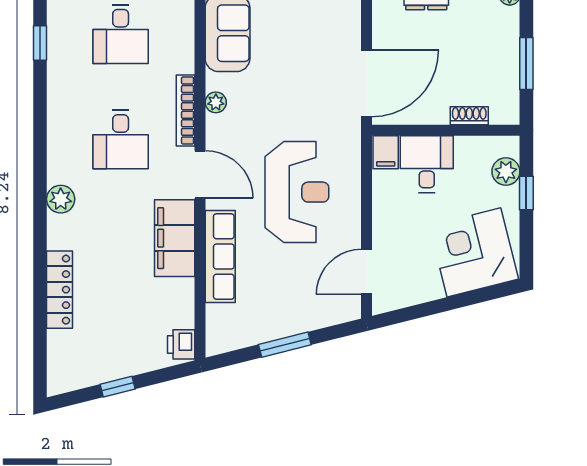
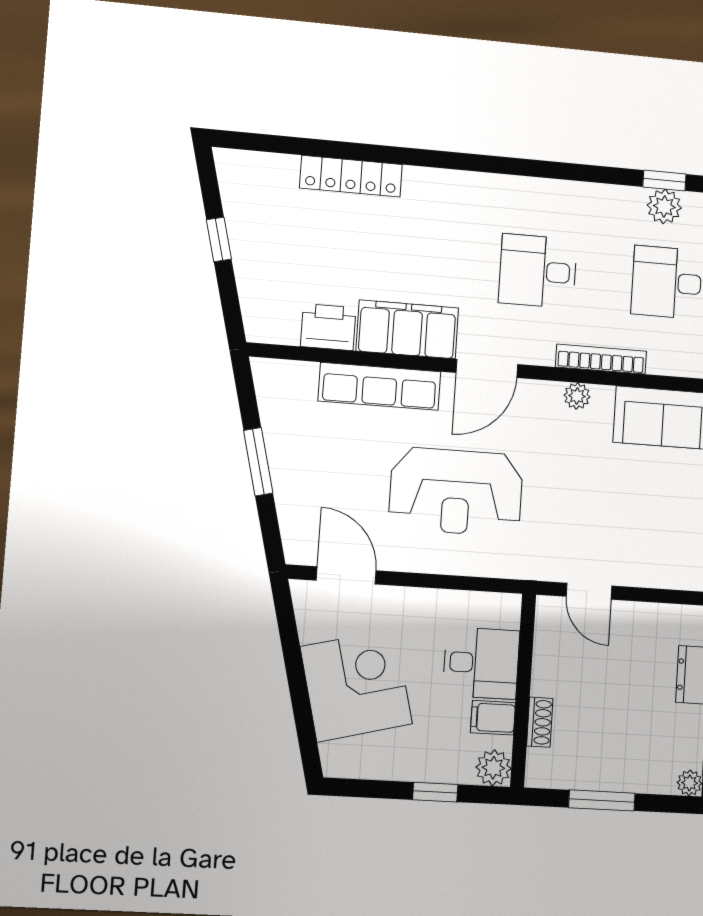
door: (367, 83) -> (589, 591), width x0.53
bookcase: (185, 110) -> (601, 359), moved
filing cabinet: (386, 152) -> (493, 718), moved
plant: (506, 172) -> (493, 768), moved
plant: (61, 199) -> (664, 206), moved
corner desk: (474, 252) -> (356, 685), moved
printer: (181, 344) -> (328, 327), moved, width x1.36, depth x1.24

